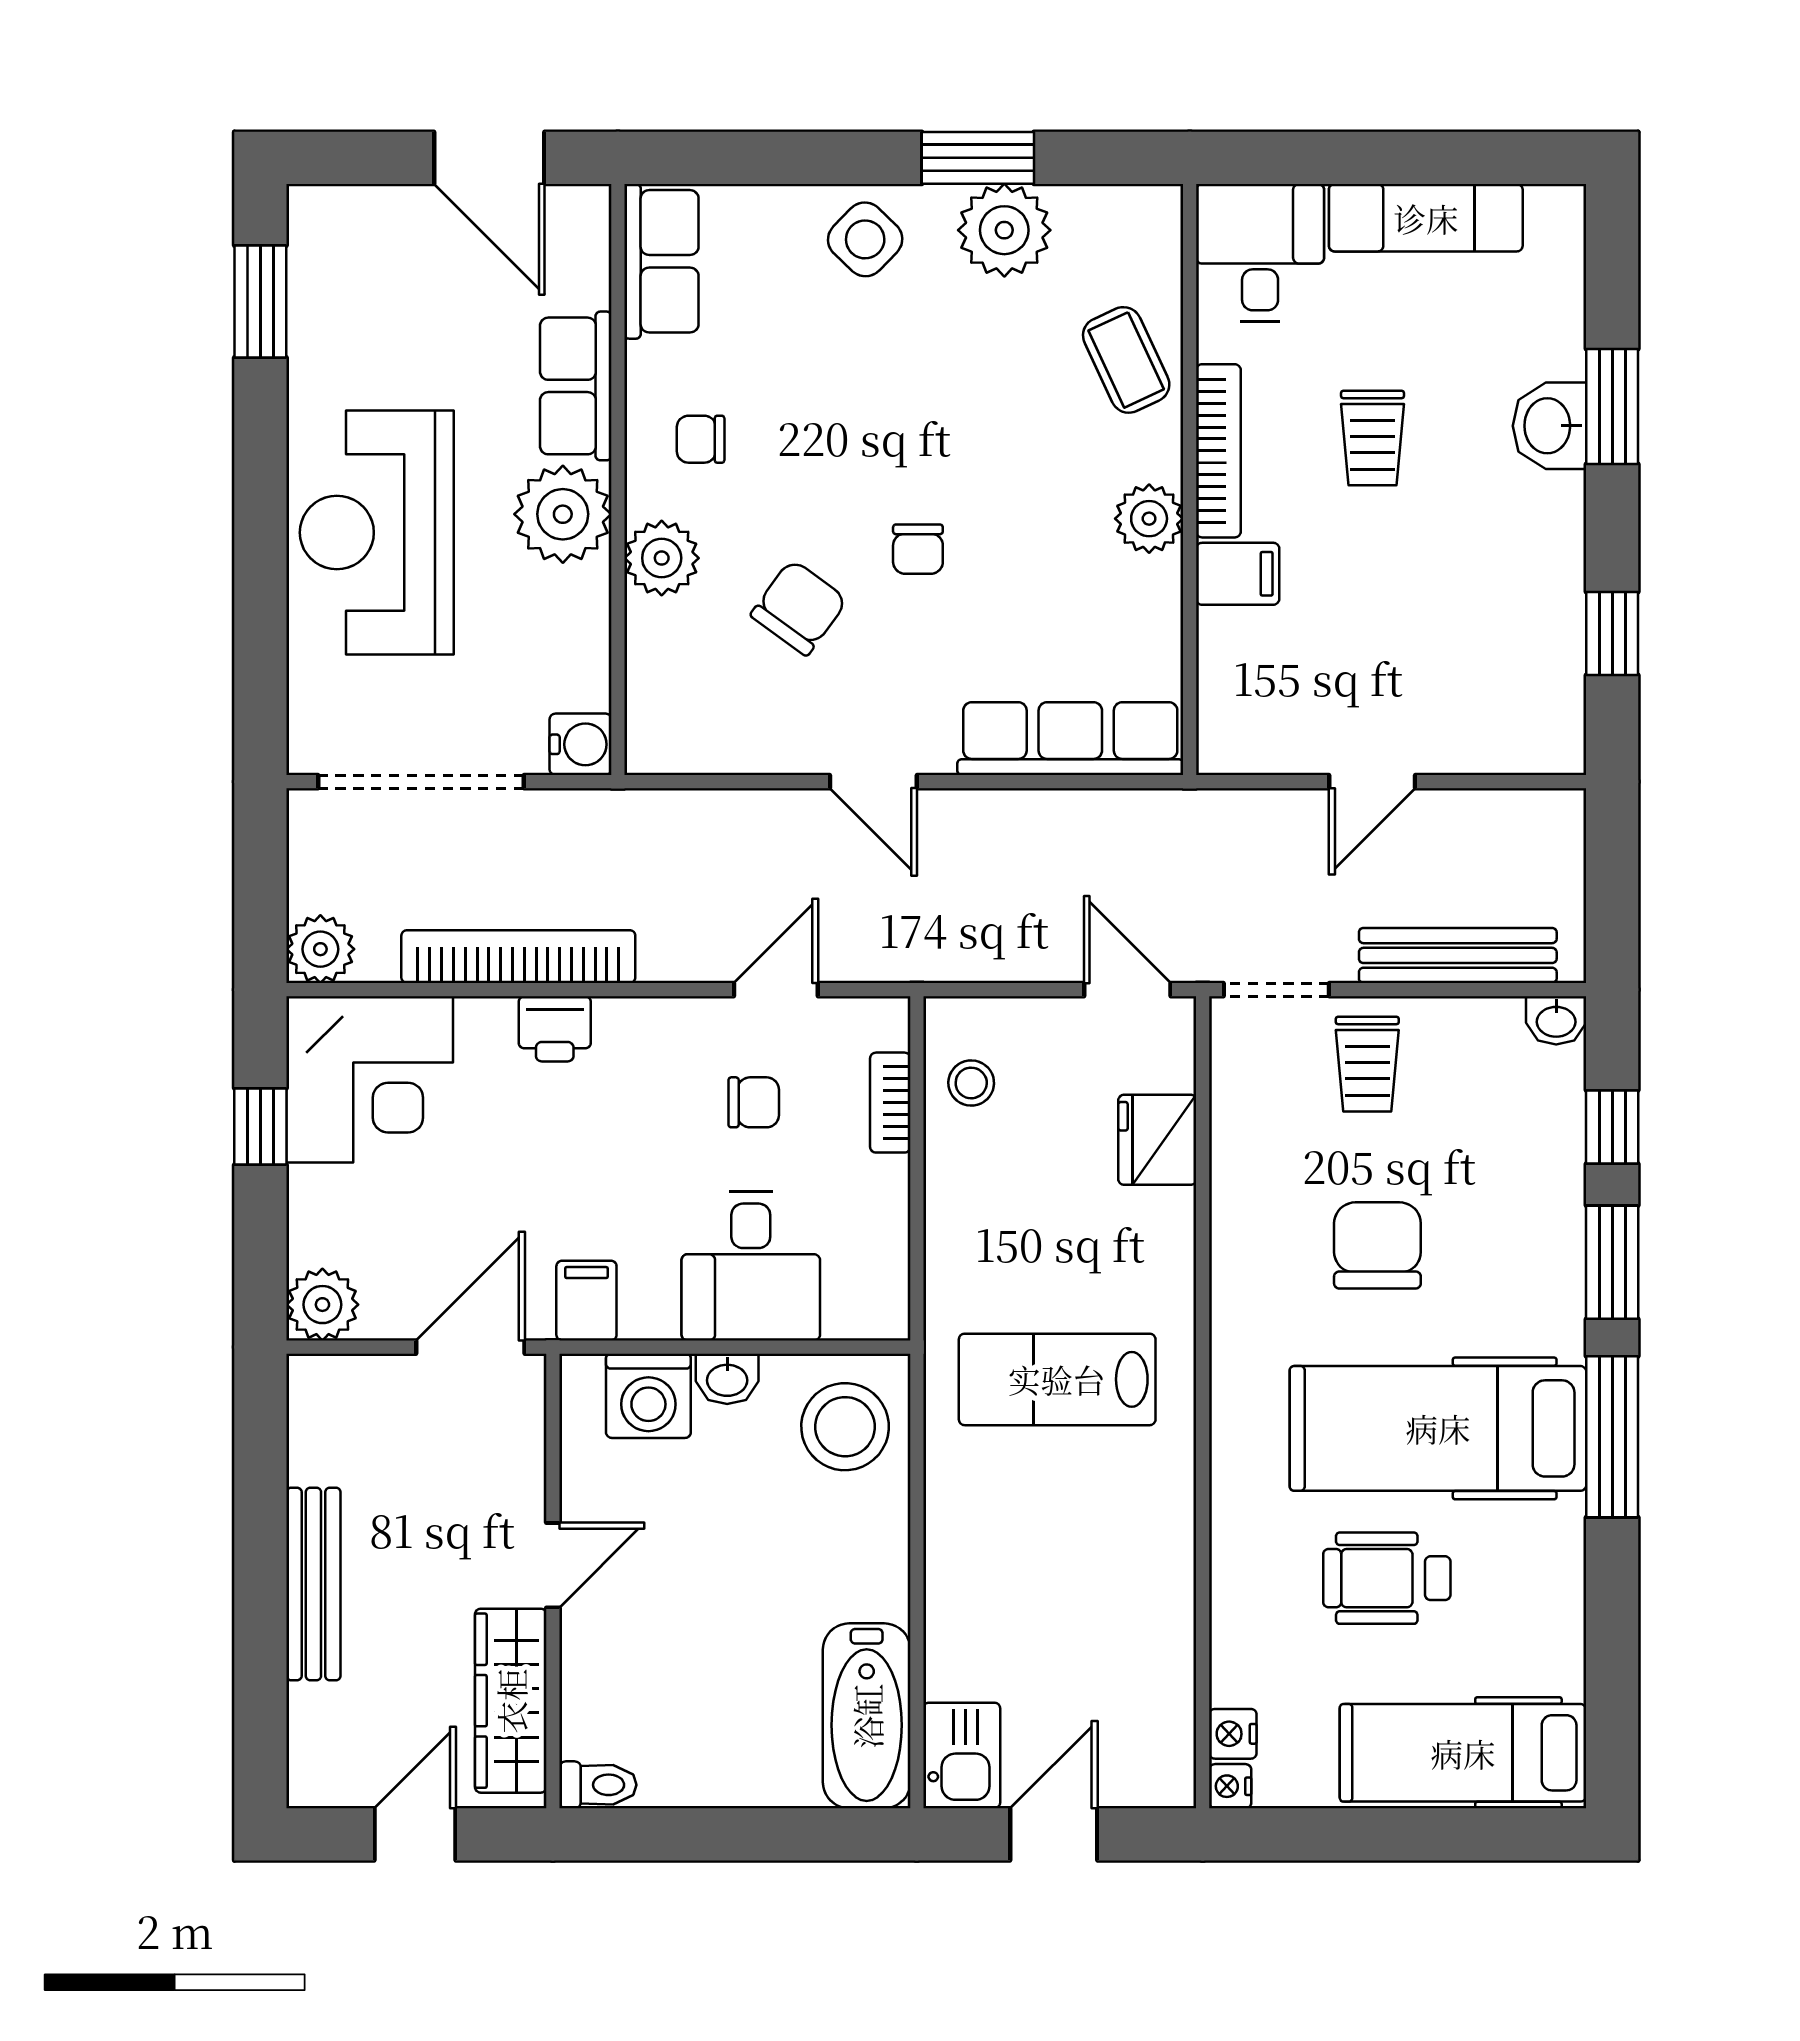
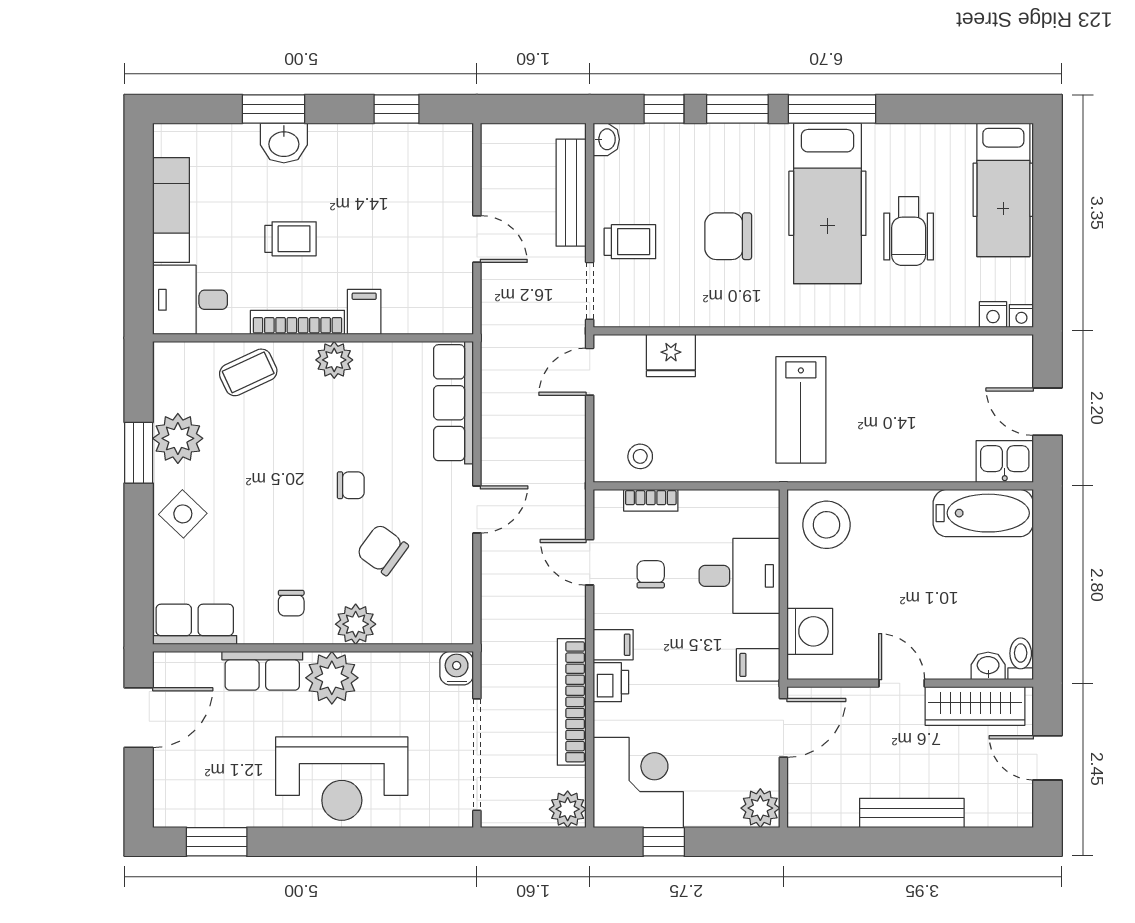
filing cabinet: (624, 1033) -> (613, 645), added
door: (470, 1347) -> (783, 728), swing flipped
washbasin: (727, 1379) -> (988, 666), moved, turned -90

